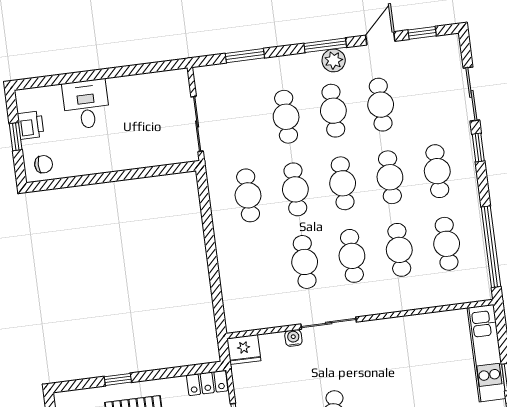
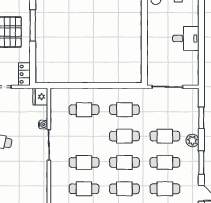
plant: (334, 60) -> (192, 140), moved
desk: (86, 104) -> (186, 38), moved
cafe table: (305, 262) -> (84, 110), moved
window: (118, 379) -> (33, 25), width x2.17

